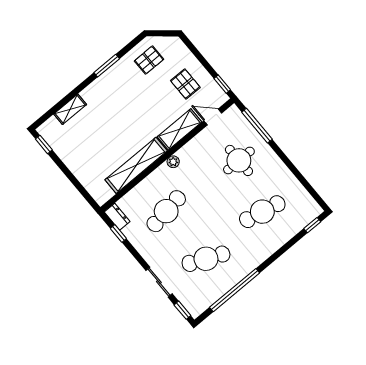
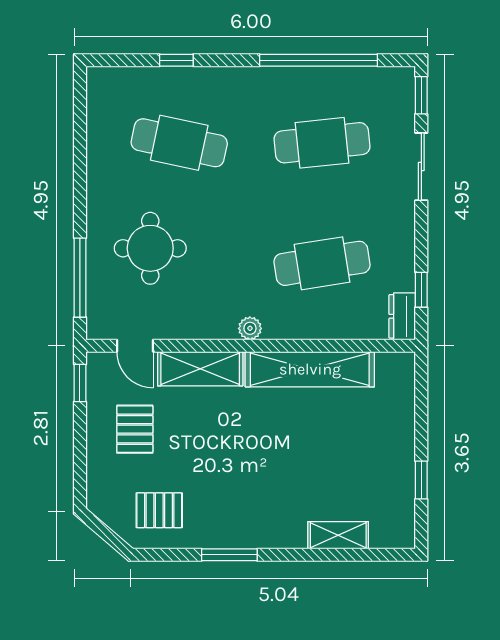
window: (44, 144) -> (421, 480), moved
window: (312, 225) -> (176, 60), moved
cafe table: (206, 259) -> (322, 143), turned -30

